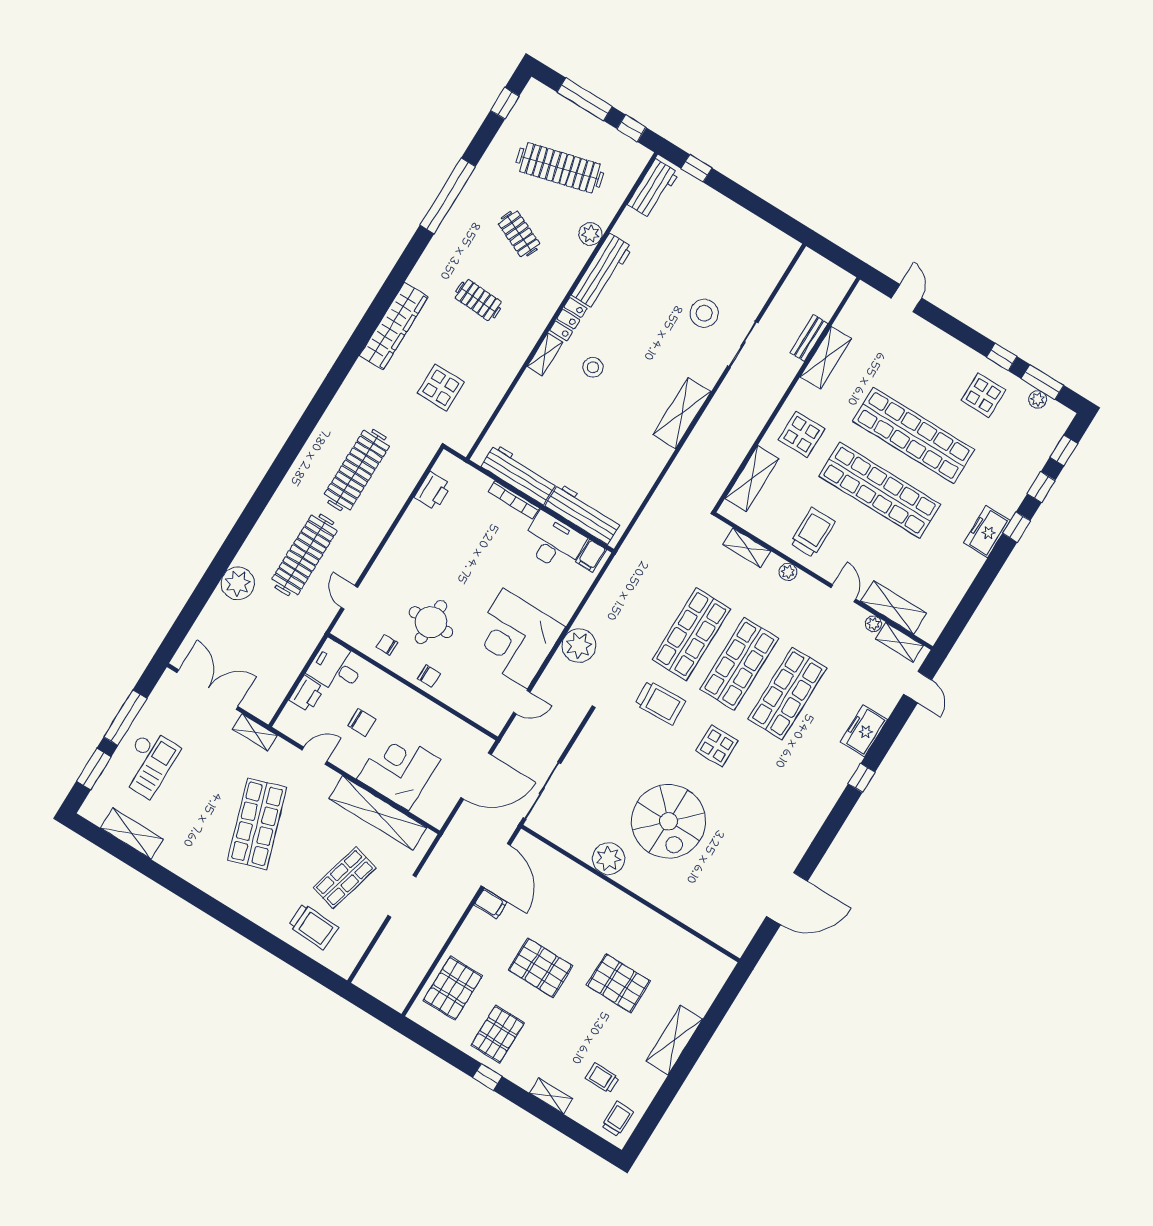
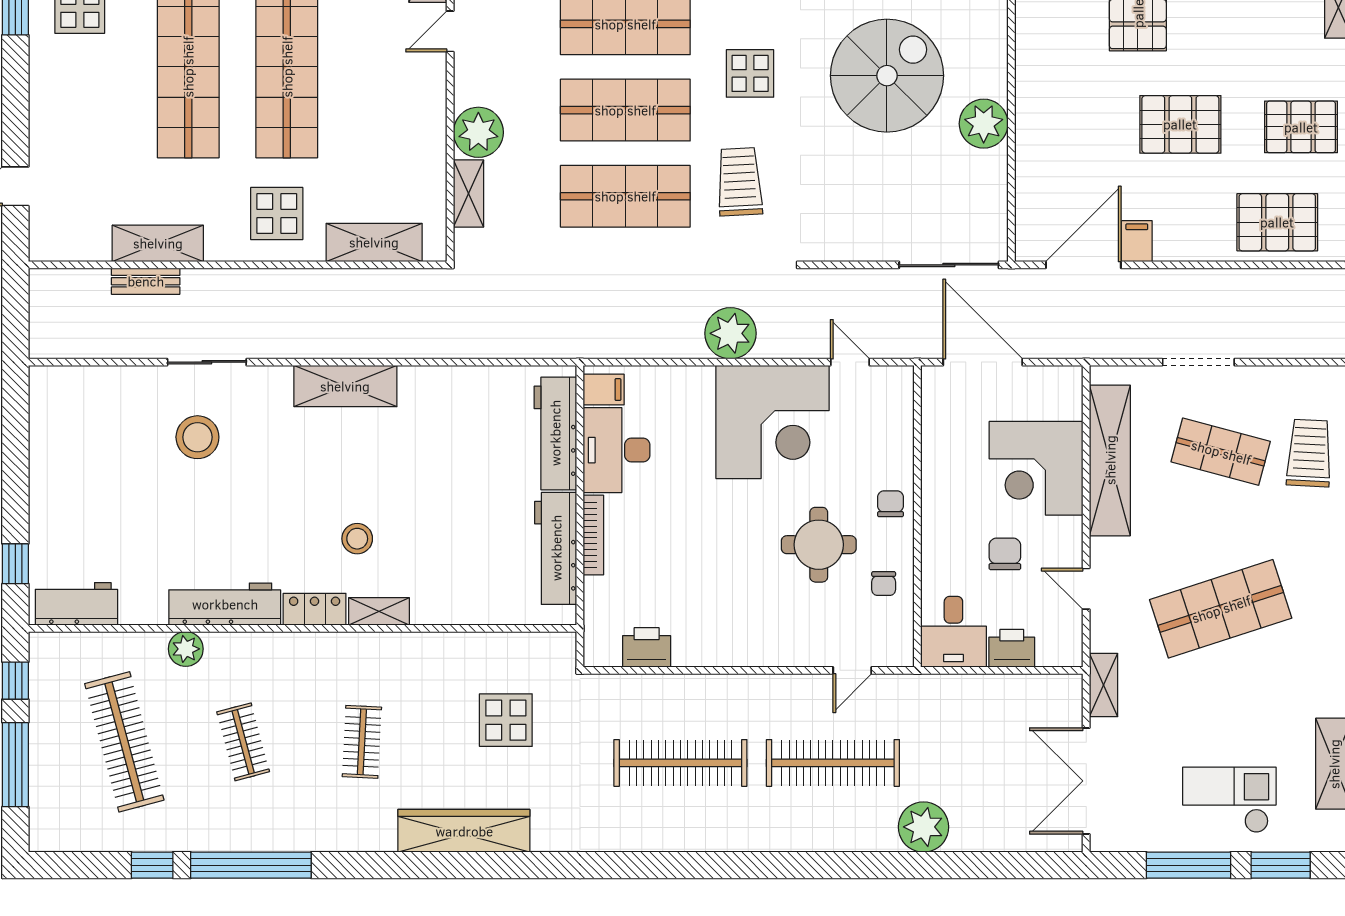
window: (505, 103) -> (152, 865), moved
clothes rail: (519, 234) -> (243, 742), turned -39
trolley: (813, 532) -> (395, 120), removed
plant: (788, 572) -> (478, 132), width x1.87, depth x1.87
pallet: (541, 968) -> (1180, 124), turned 90

